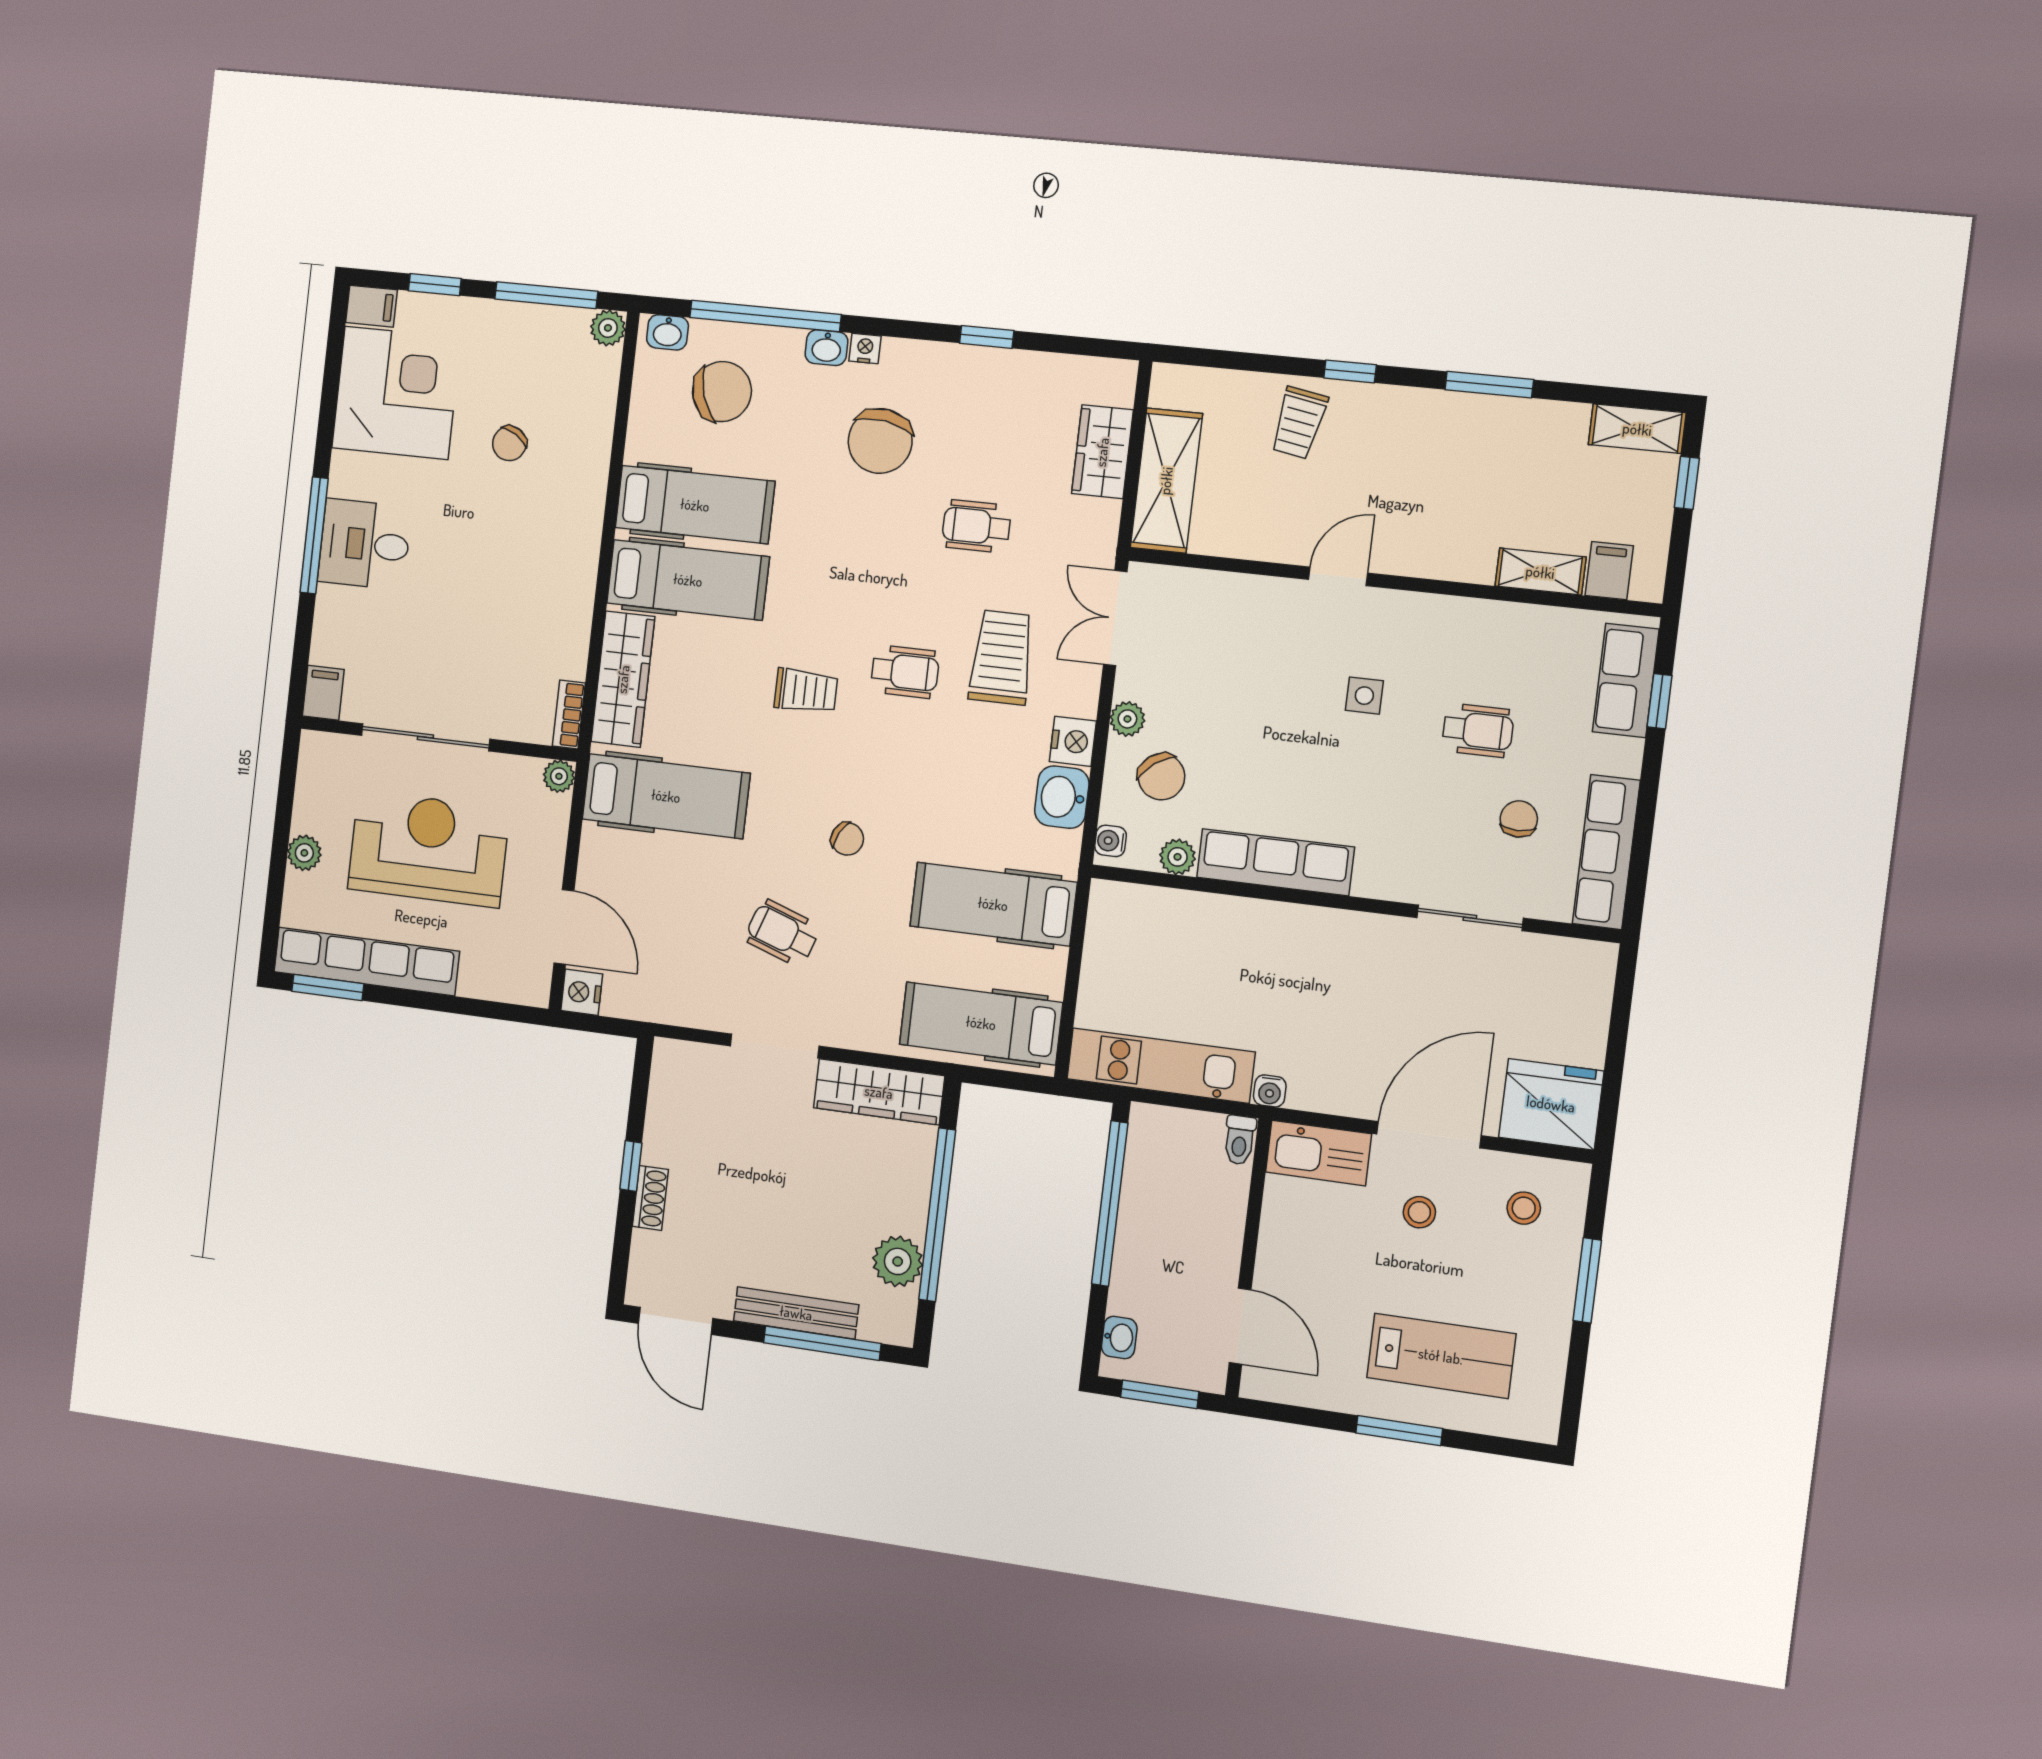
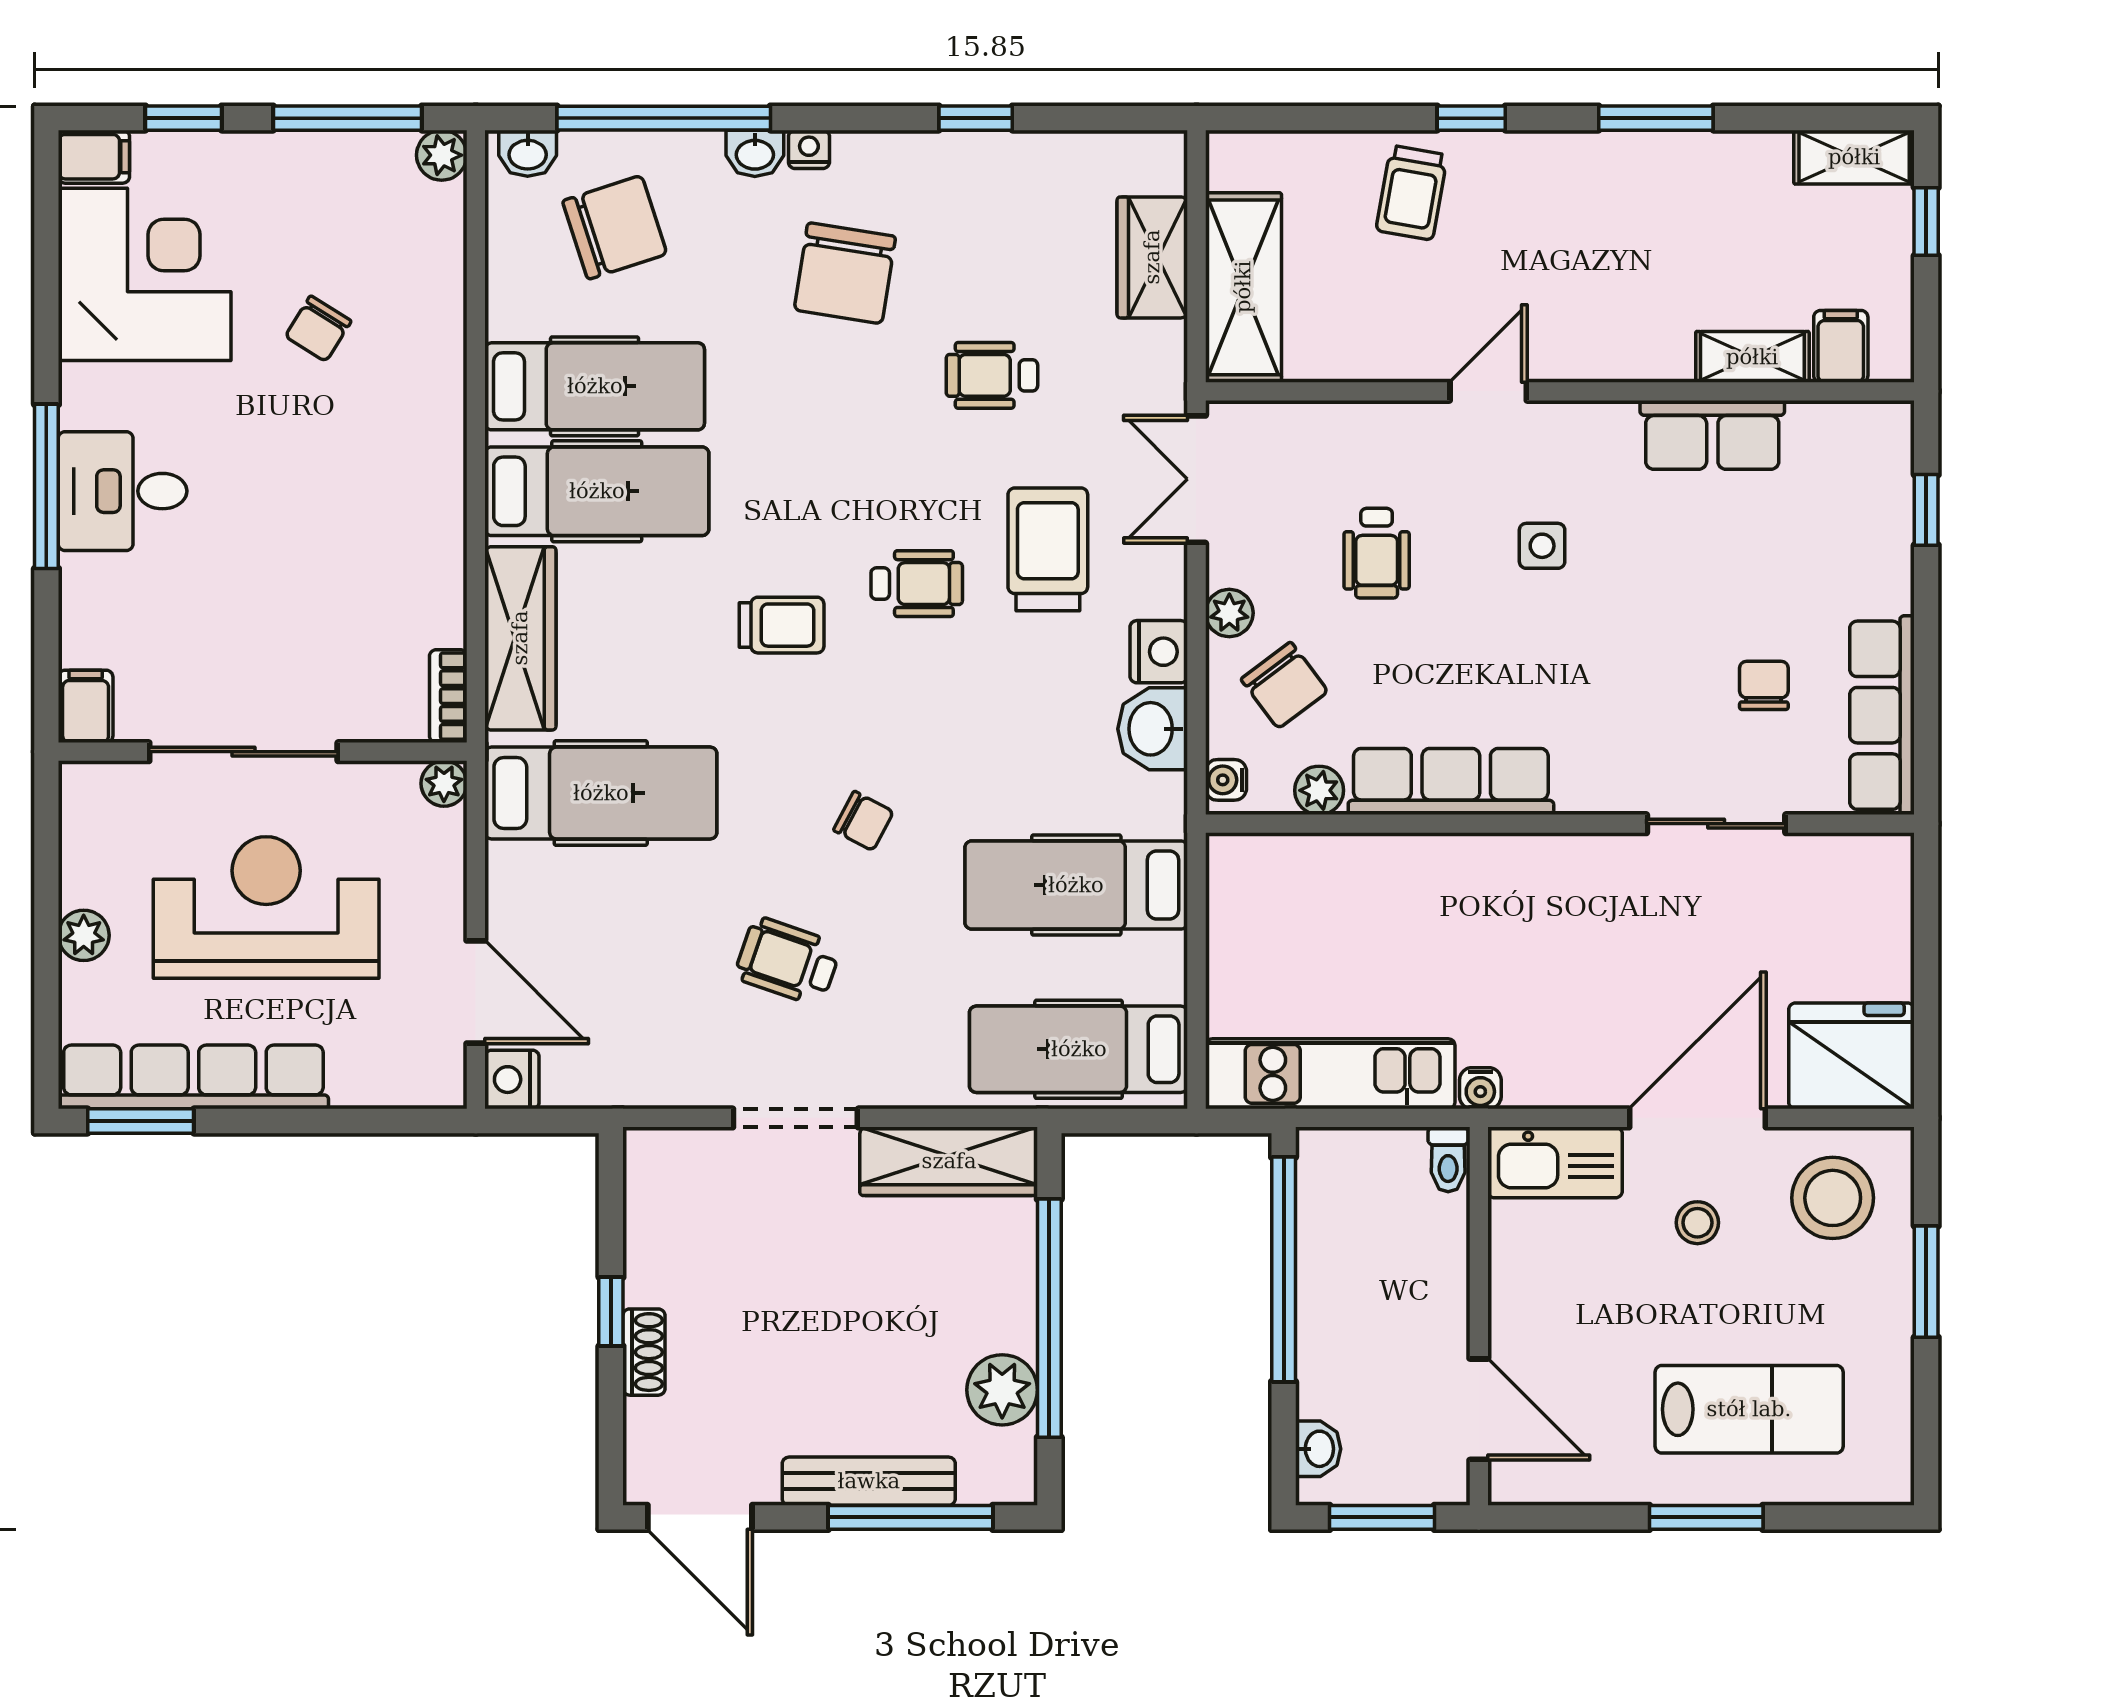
row of seats: (1626, 681) -> (1712, 435), moved, turned -90
wheelchair: (1478, 730) -> (1377, 553), moved, turned 90
stool: (1524, 1208) -> (1833, 1198), width x1.89, depth x1.89

